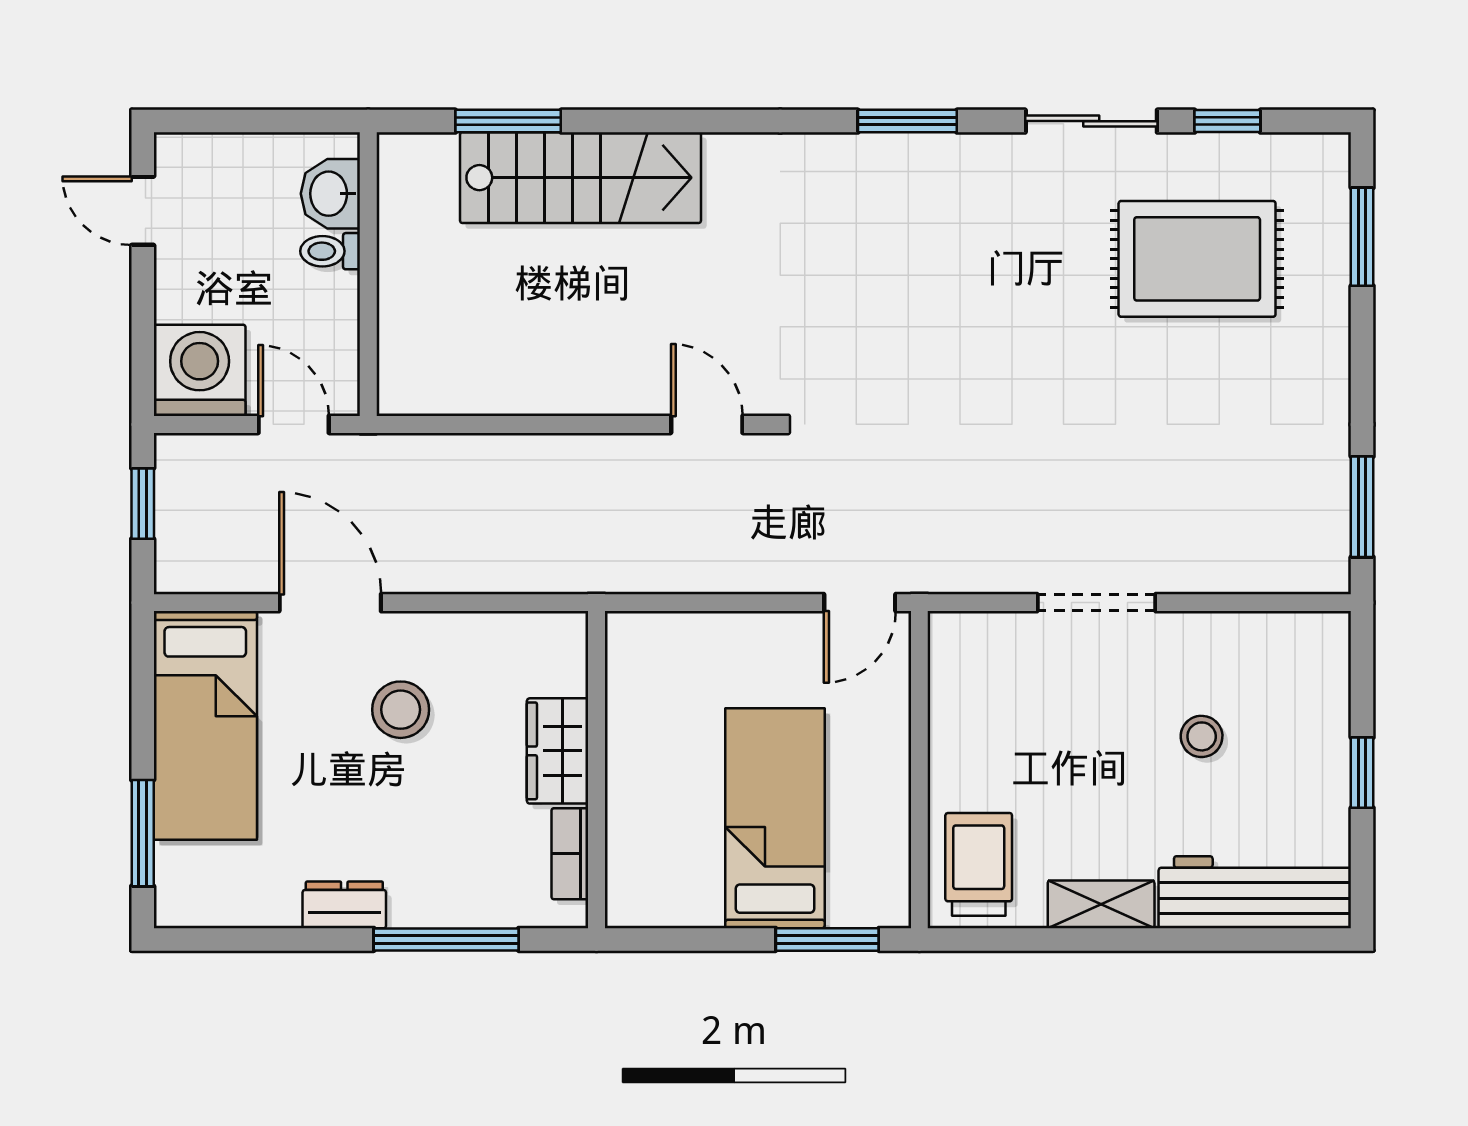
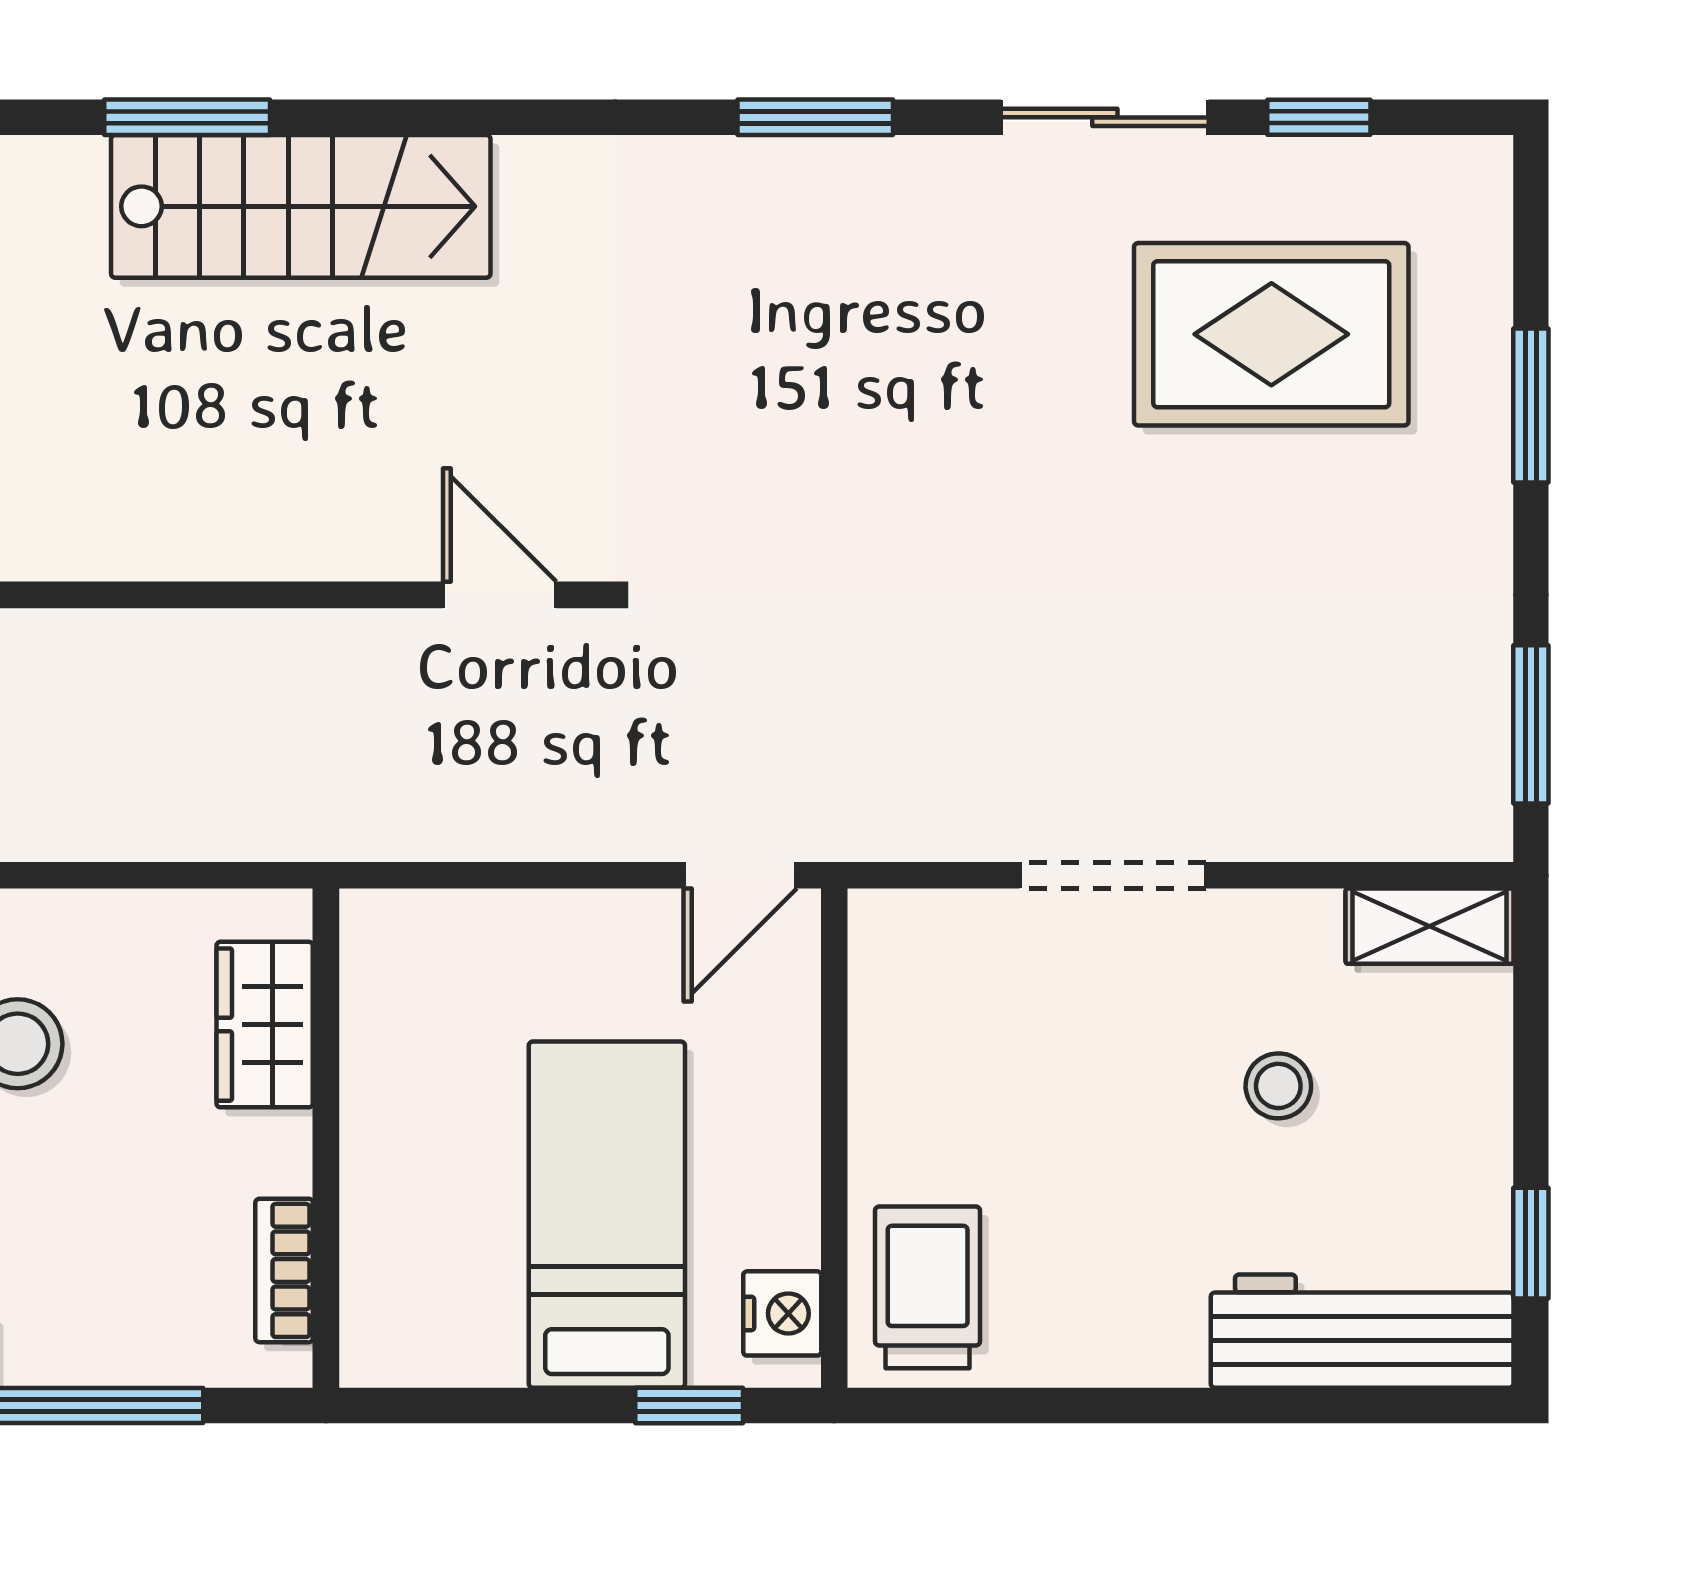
window: (1362, 237) -> (1531, 405), moved
wardrobe: (558, 751) -> (265, 1025), moved
window: (1362, 773) -> (1531, 1243), moved
nightstand: (886, 881) -> (782, 1313), added
shelving: (1101, 904) -> (1430, 926), moved
window: (827, 939) -> (689, 1405), width x0.67

